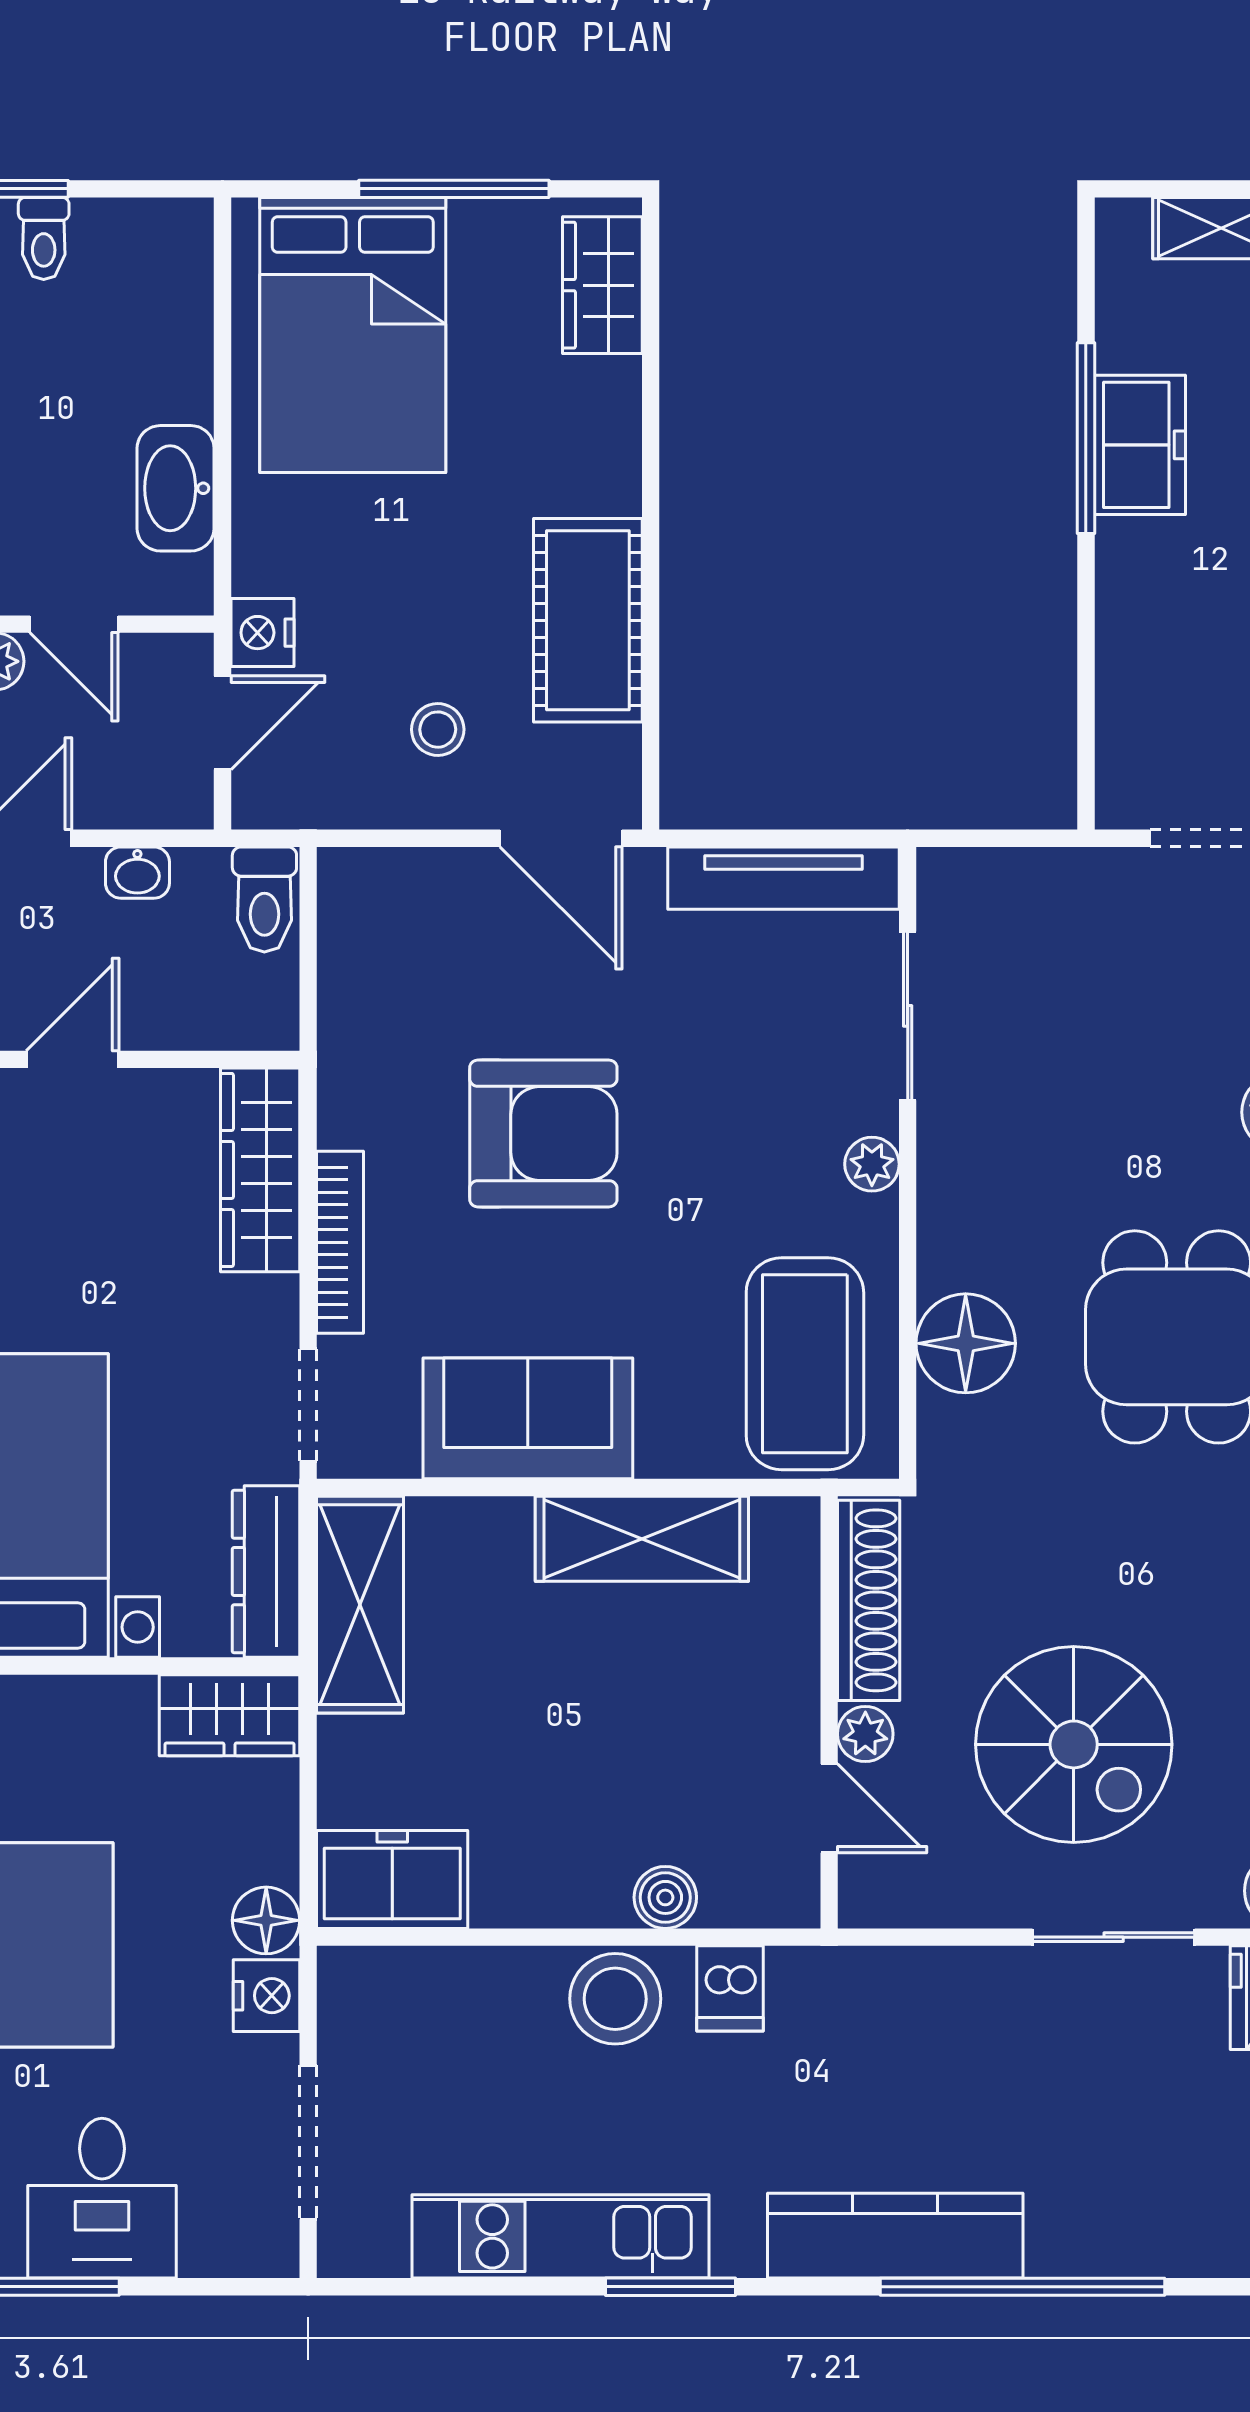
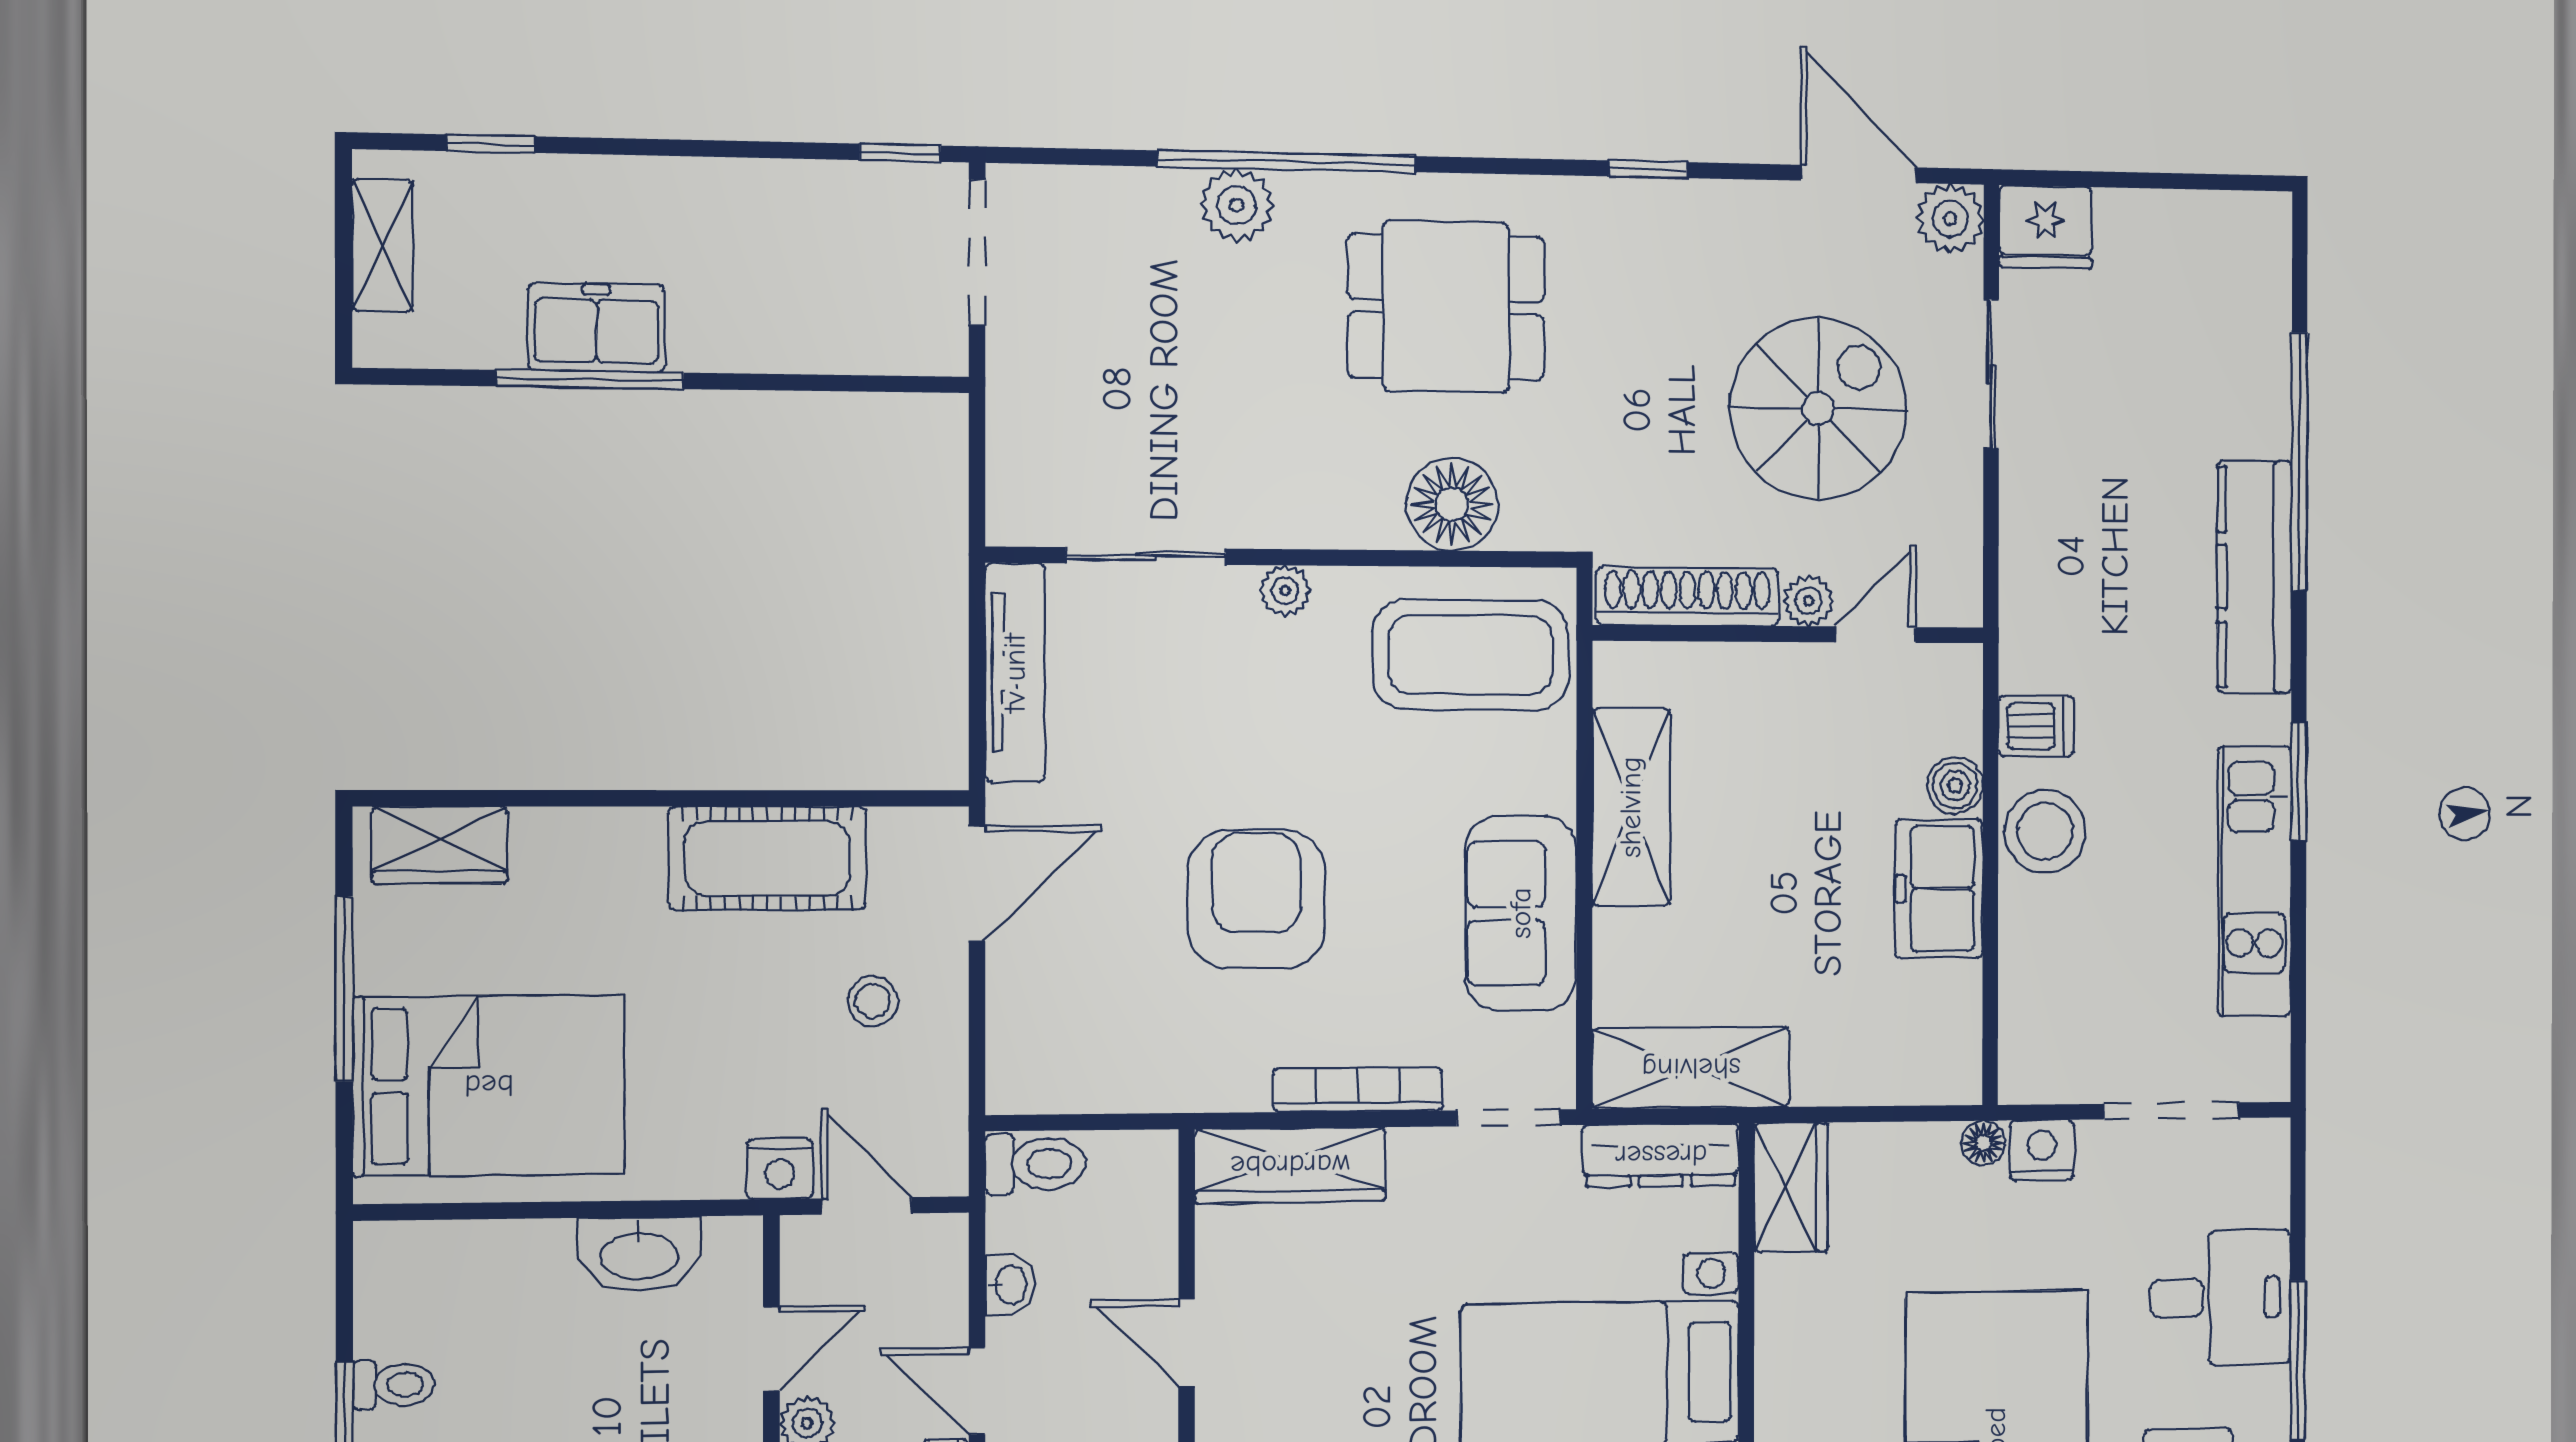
freezer: (392, 1879) -> (1939, 889), moved
floor lamp: (266, 1920) -> (1983, 1143), width x0.73, depth x0.73

